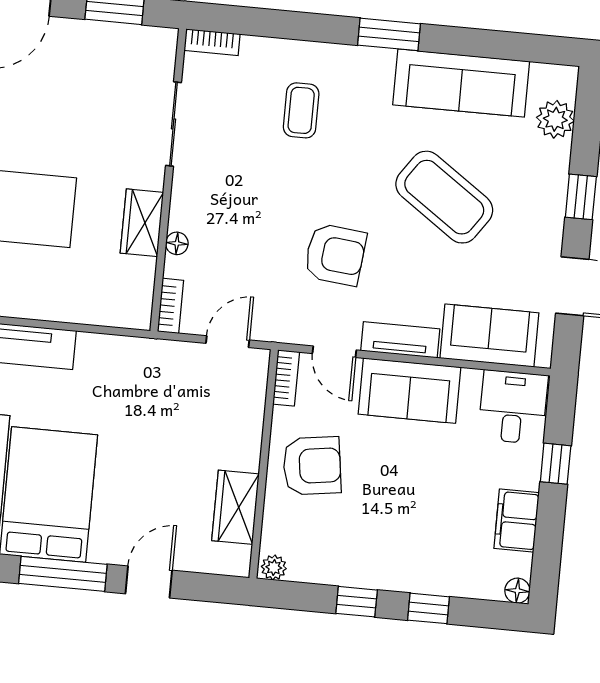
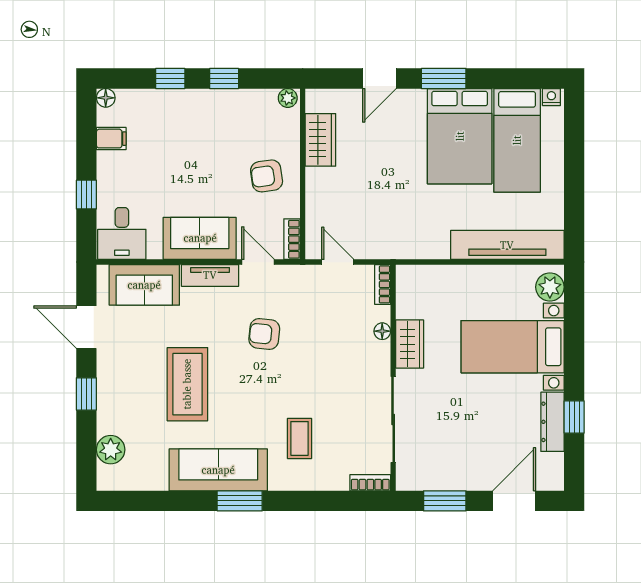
sofa: (461, 83) -> (218, 470), moved
sliding door: (174, 124) -> (393, 419), width x1.37
coffee table: (444, 197) -> (187, 384), turned 55
armchair: (335, 255) -> (264, 334), width x0.72, depth x0.72
door: (228, 342) -> (338, 262), swing flipped
armchair: (312, 466) -> (267, 176), width x0.72, depth x0.72
filing cabinet: (517, 521) -> (111, 139), width x0.50
window: (63, 574) -> (444, 78), width x0.69

